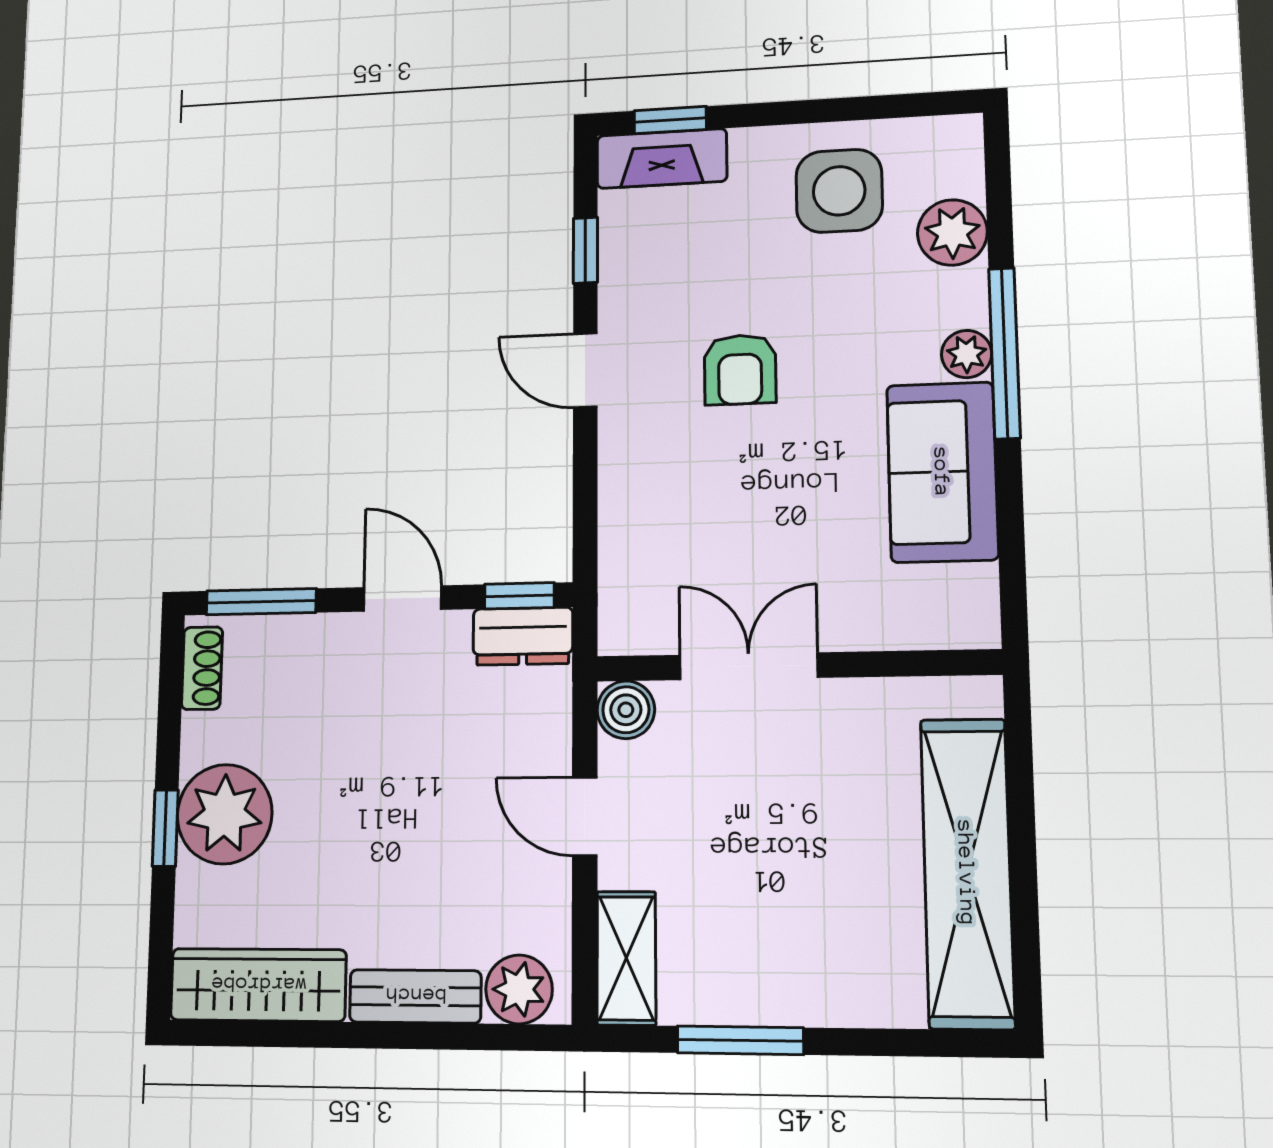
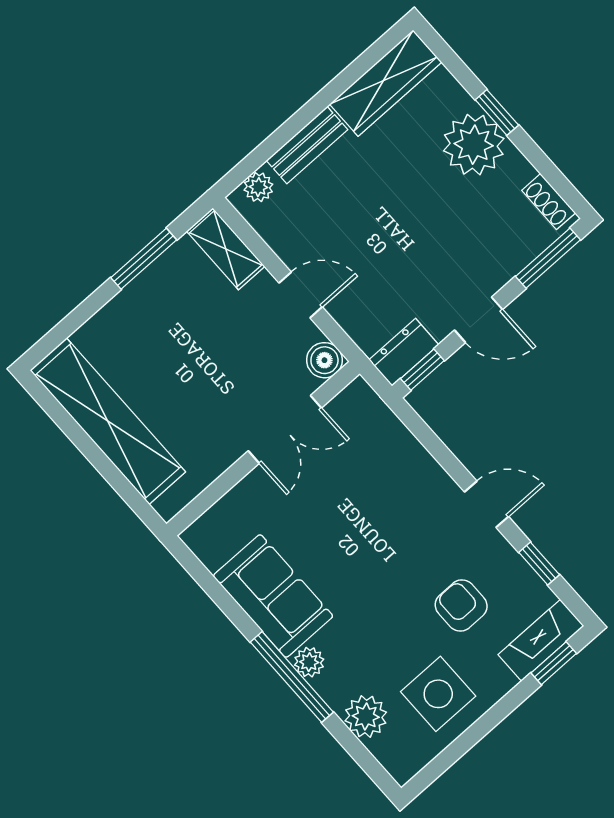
armchair: (740, 370) -> (461, 606), moved
plant: (519, 989) -> (258, 187), width x0.73, depth x0.73

